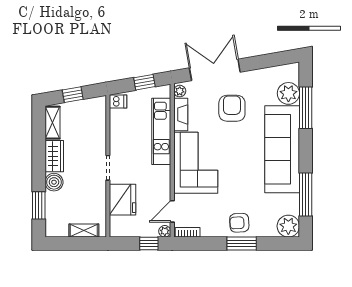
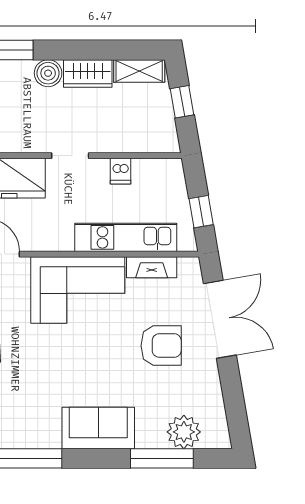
plant: (180, 91) -> (188, 266), removed
dishwasher: (118, 102) -> (120, 171), moved
sofa: (282, 149) -> (98, 428), width x0.54, depth x0.79

